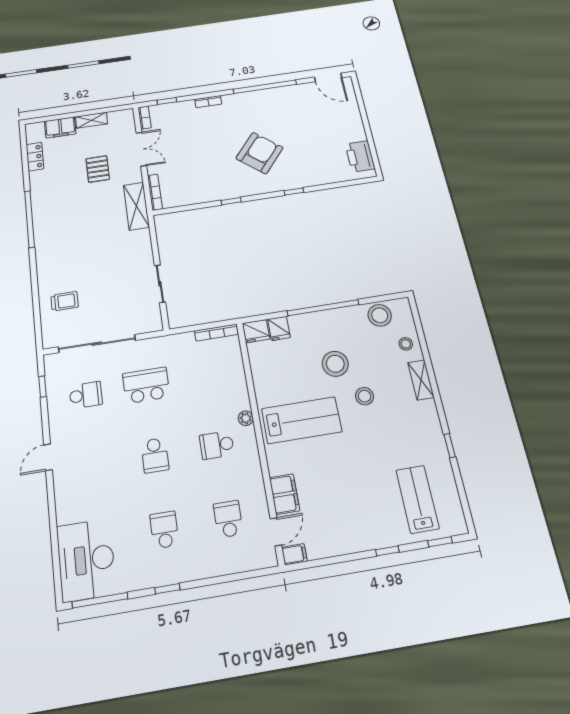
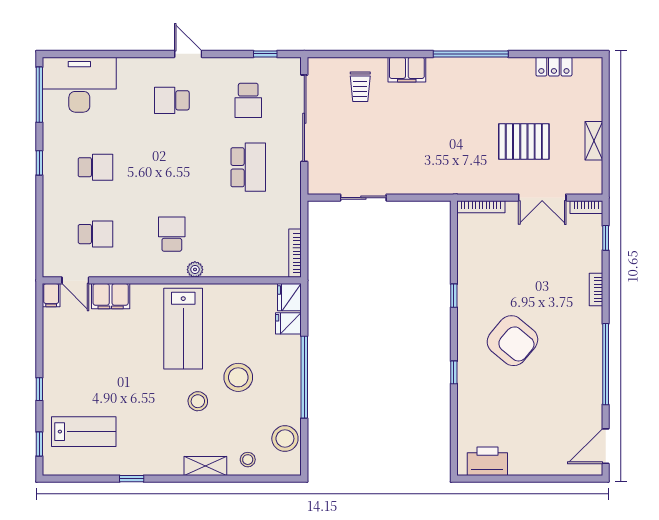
filing cabinet: (60, 127) -> (407, 70), moved, turned -90
pallet: (98, 169) -> (524, 141), width x1.50, depth x1.42
shelving: (136, 206) -> (466, 182), removed
school desk: (155, 455) -> (172, 100), moved

